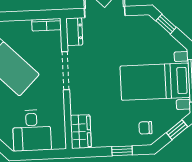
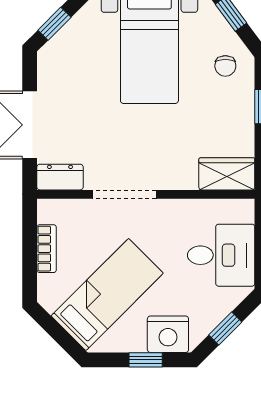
bookcase: (46, 25) -> (47, 249), moved

